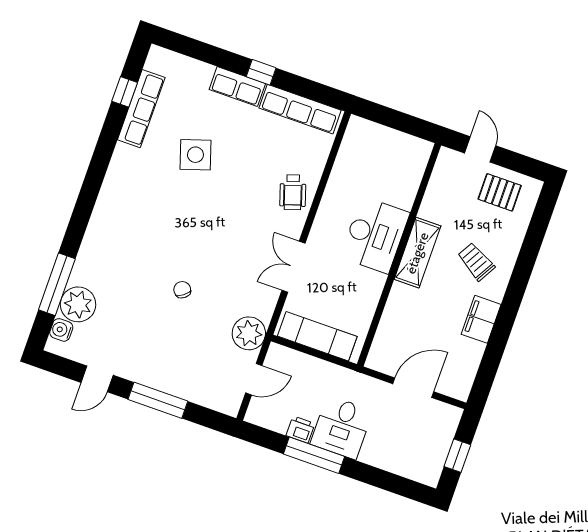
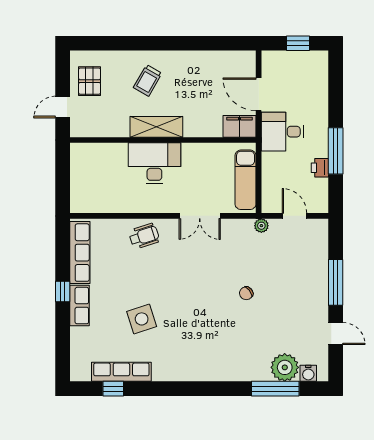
filing cabinet: (481, 319) -> (240, 126), moved, turned 180
plant: (249, 333) -> (261, 226), width x0.53, depth x0.53
desk: (342, 427) -> (282, 132), moved, turned 180

